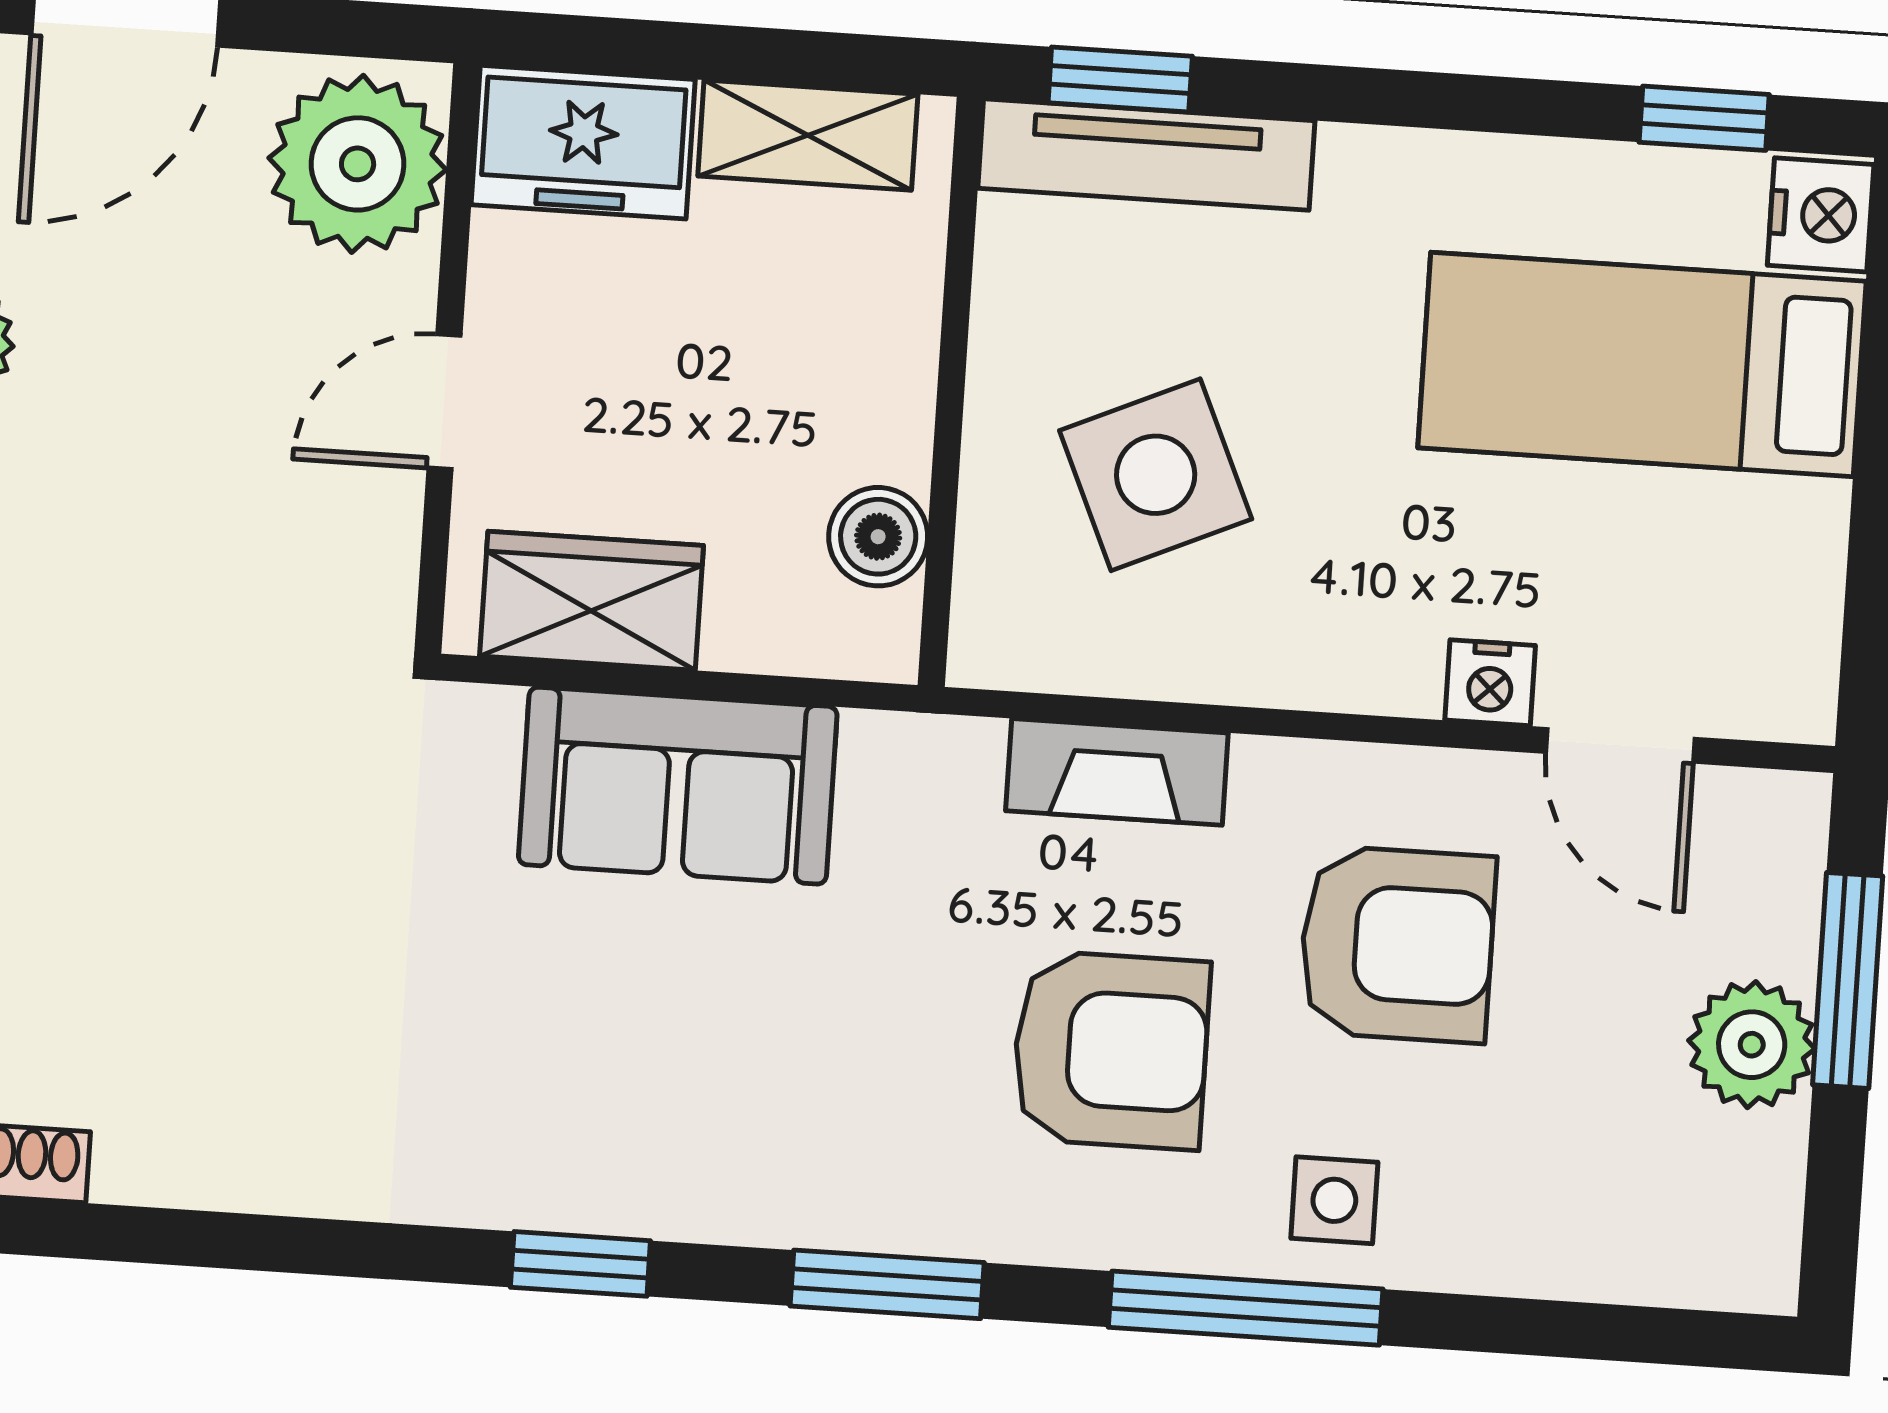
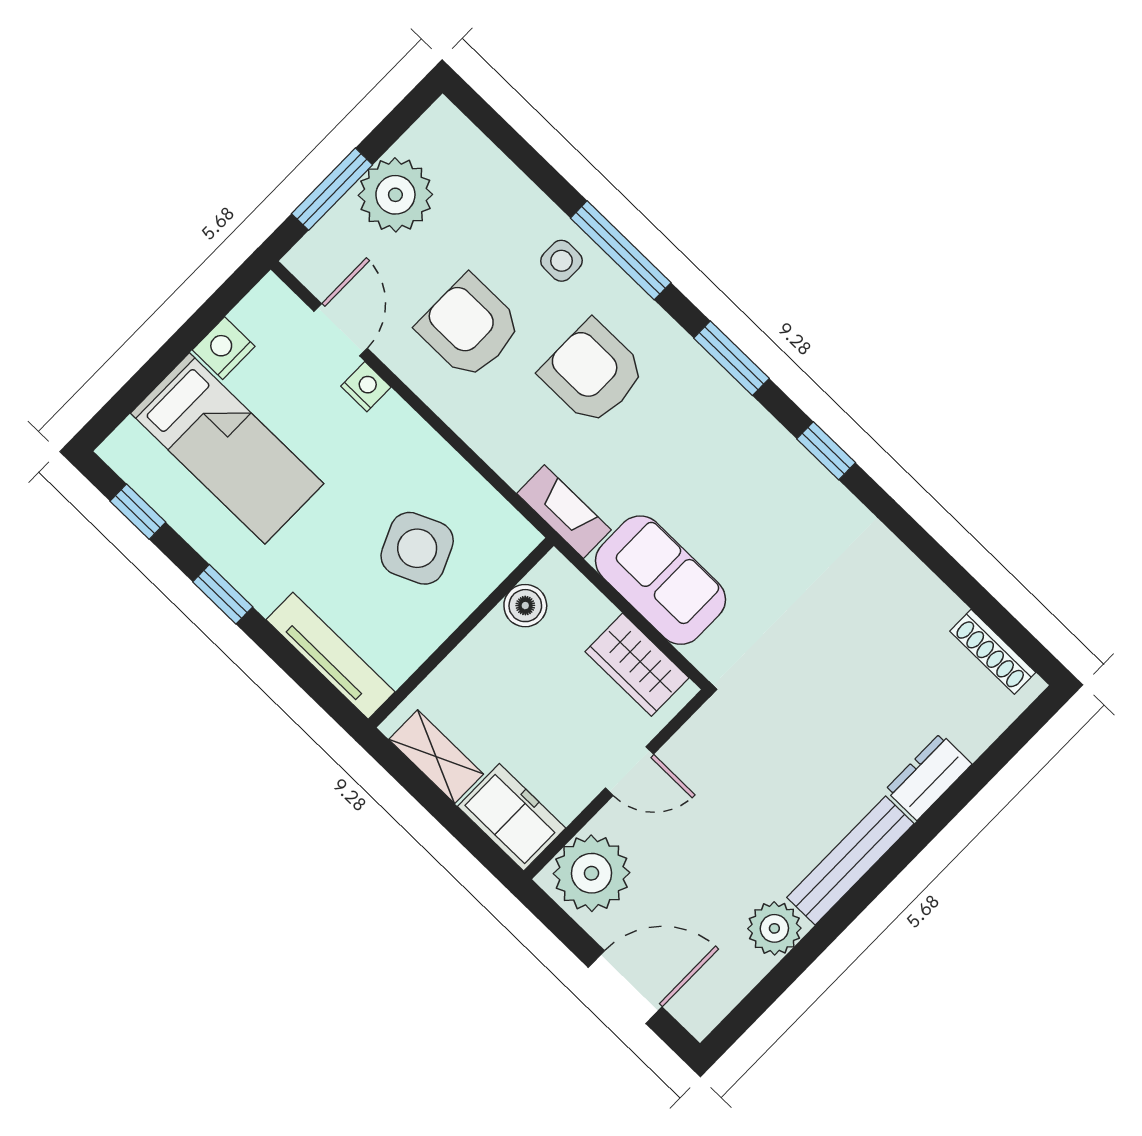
window: (1120, 80) -> (223, 594), moved
nightstand: (1821, 215) -> (224, 348), moved
fireplace: (1117, 772) -> (564, 512), moved
plant: (1752, 1045) -> (395, 195), width x1.36, depth x1.36

